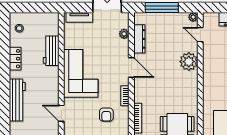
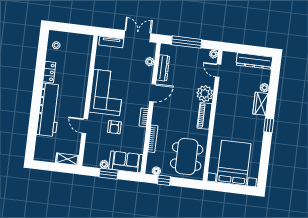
workbench: (51, 51) -> (82, 69), removed
door: (131, 68) -> (153, 93), hinge flipped
piano: (191, 86) -> (205, 116), added
workbench: (17, 100) -> (49, 110), width x1.36, depth x1.32
armchair: (106, 115) -> (114, 127), moved

